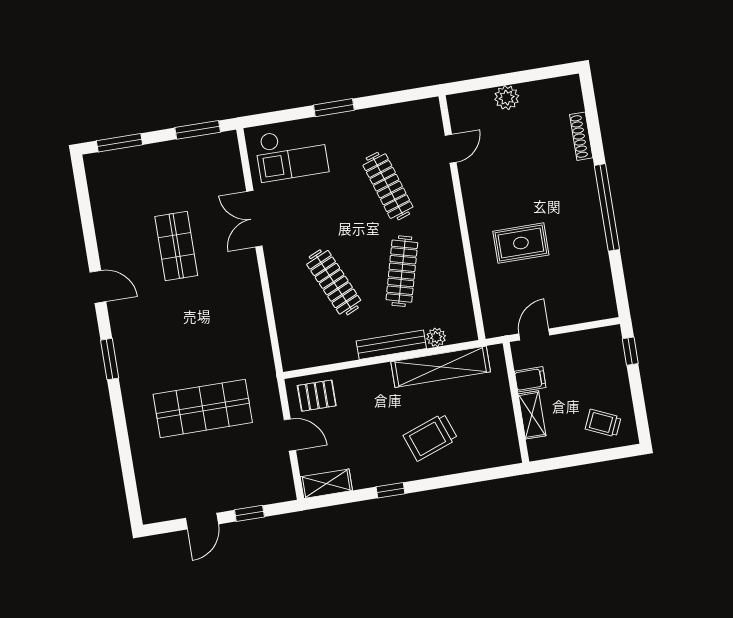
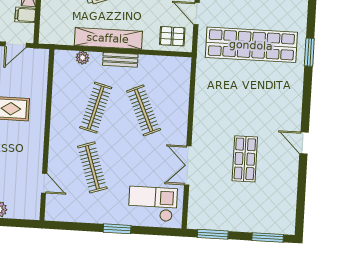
door: (451, 149) -> (44, 183), swing flipped
double door: (254, 219) -> (188, 165), swing flipped
bench: (391, 345) -> (120, 60), width x0.73
window: (110, 359) -> (309, 52), moved
shelving: (441, 367) -> (108, 38), moved
shop shelf: (203, 408) -> (251, 45), width x1.40

